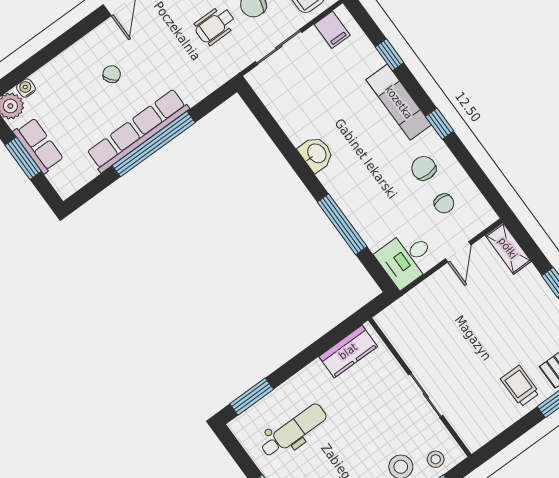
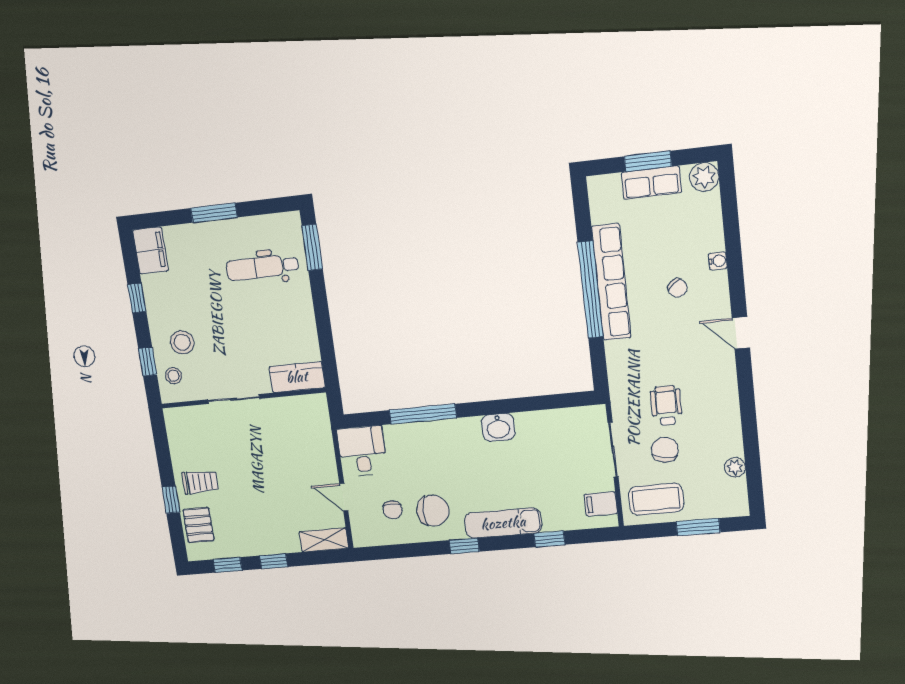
water cooler: (26, 88) -> (718, 261), moved
chair: (424, 168) -> (433, 511), width x1.37, depth x1.37
chair: (444, 203) -> (392, 510), turned -90
kitchen counter: (348, 351) -> (297, 377), moved, turned 90
dental chair: (294, 431) -> (262, 267), turned 90

